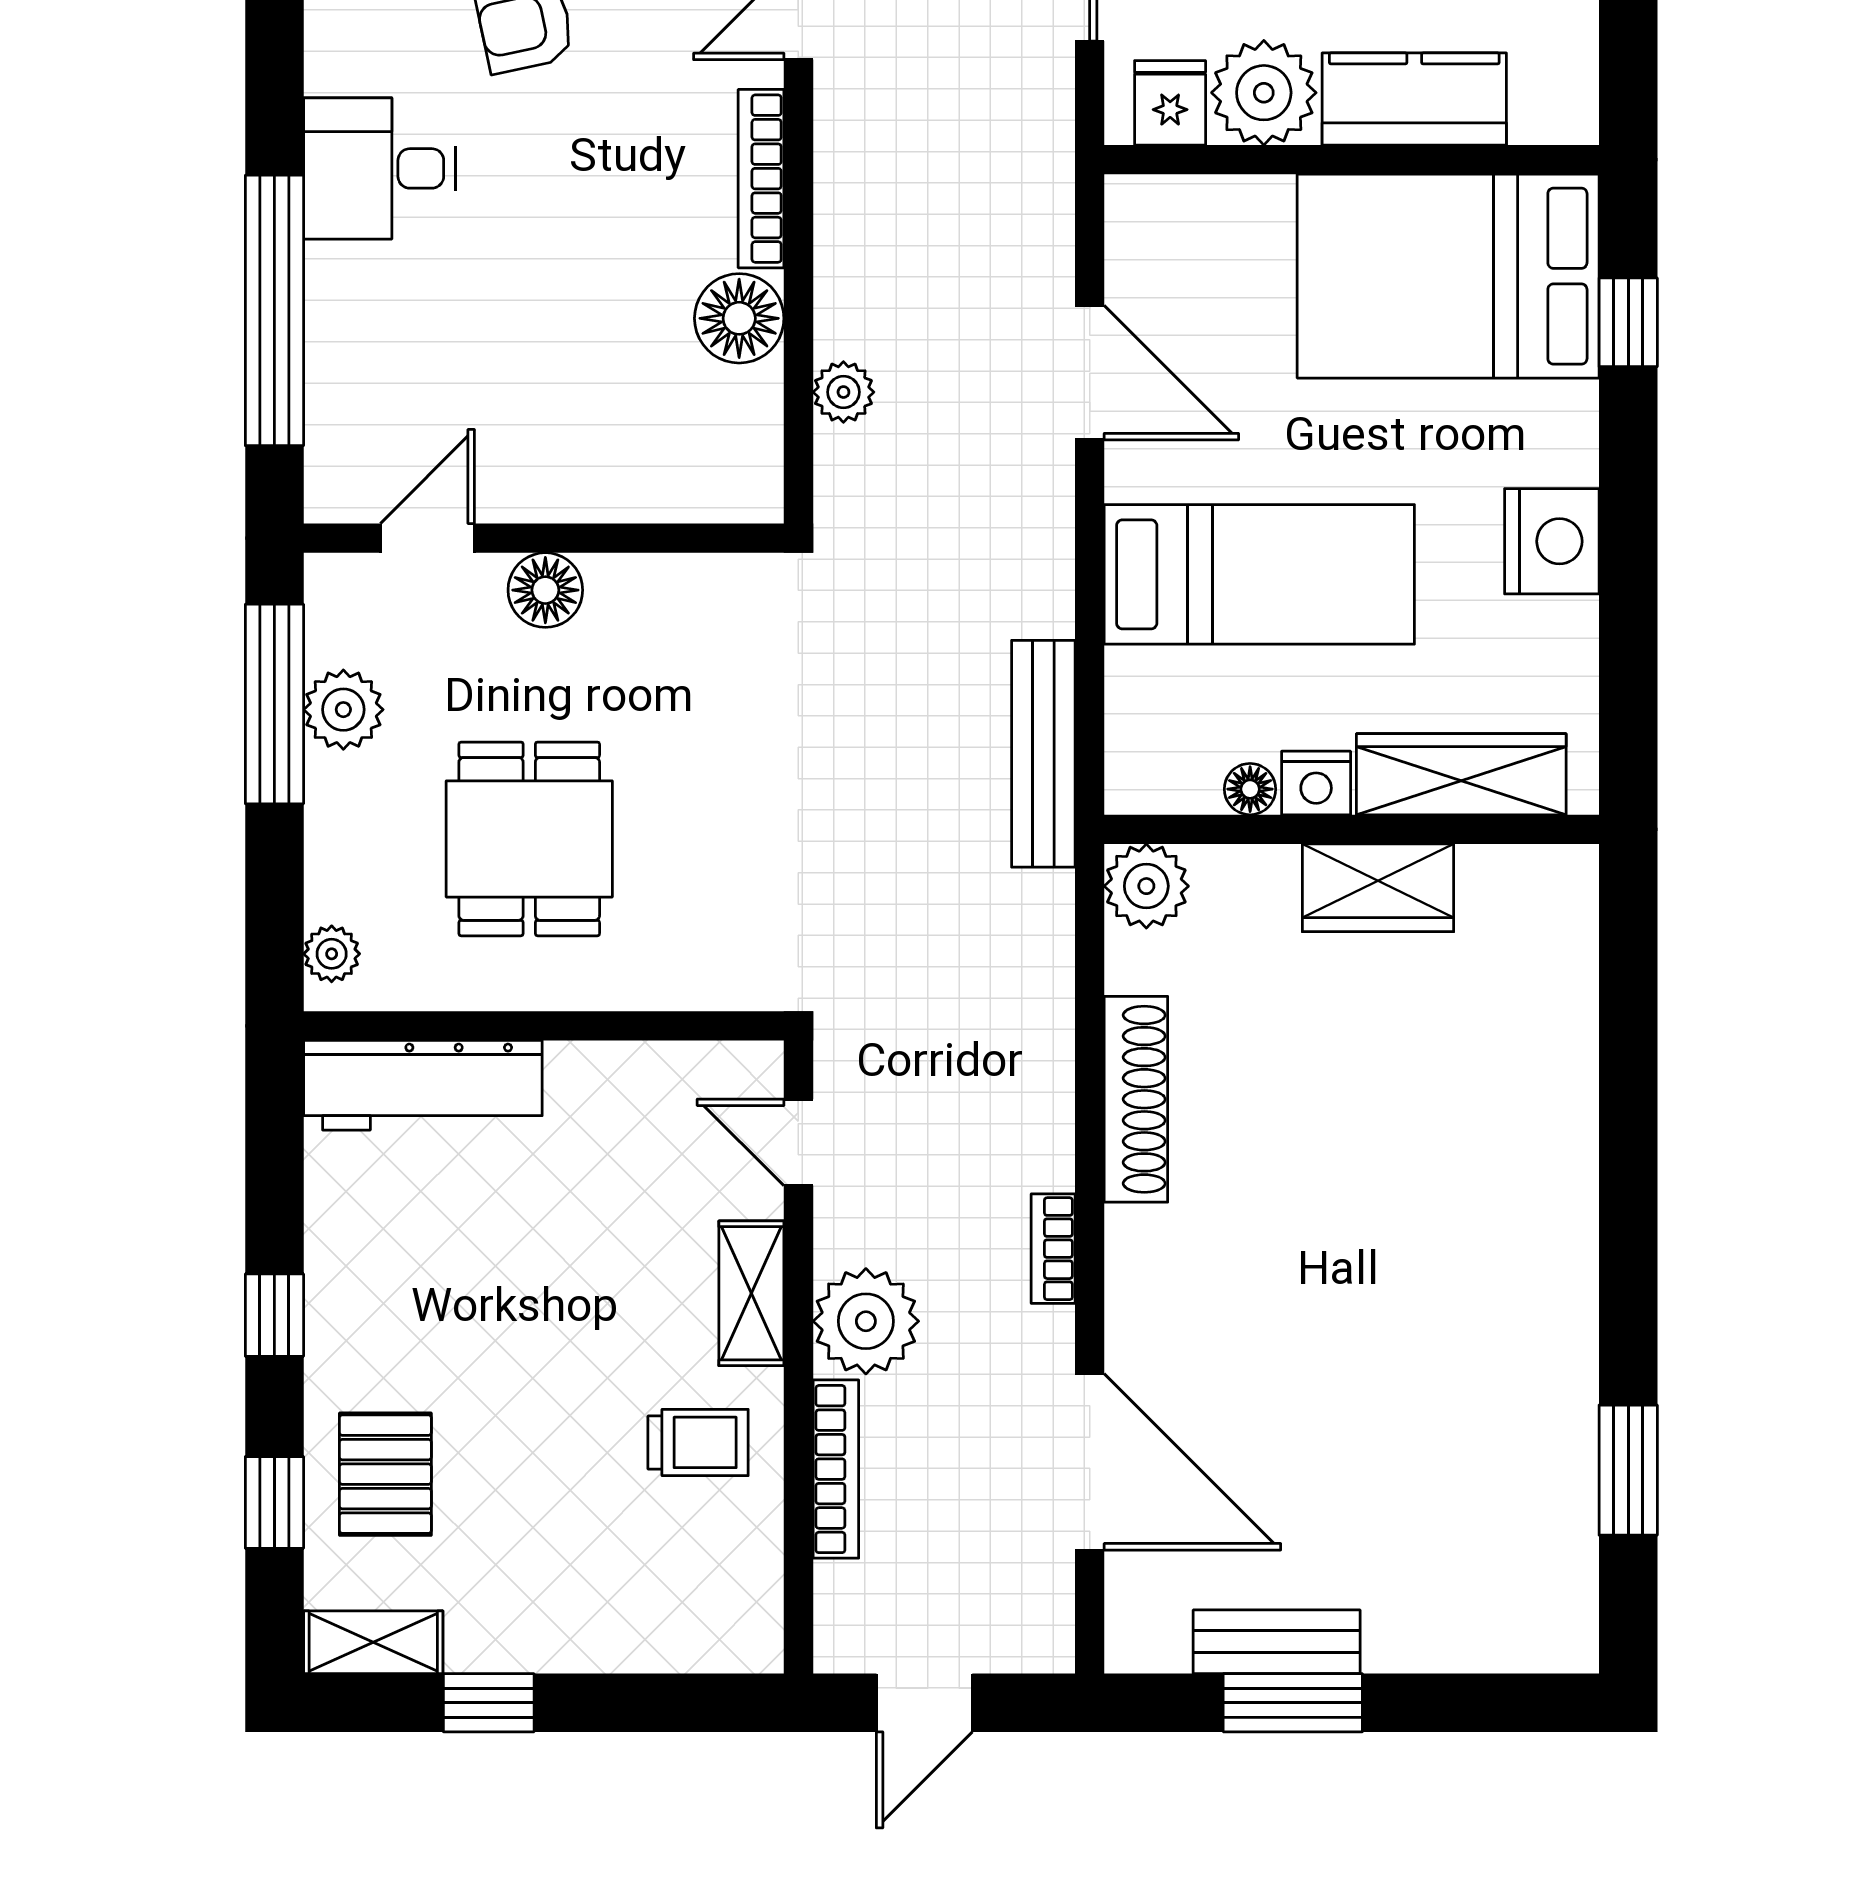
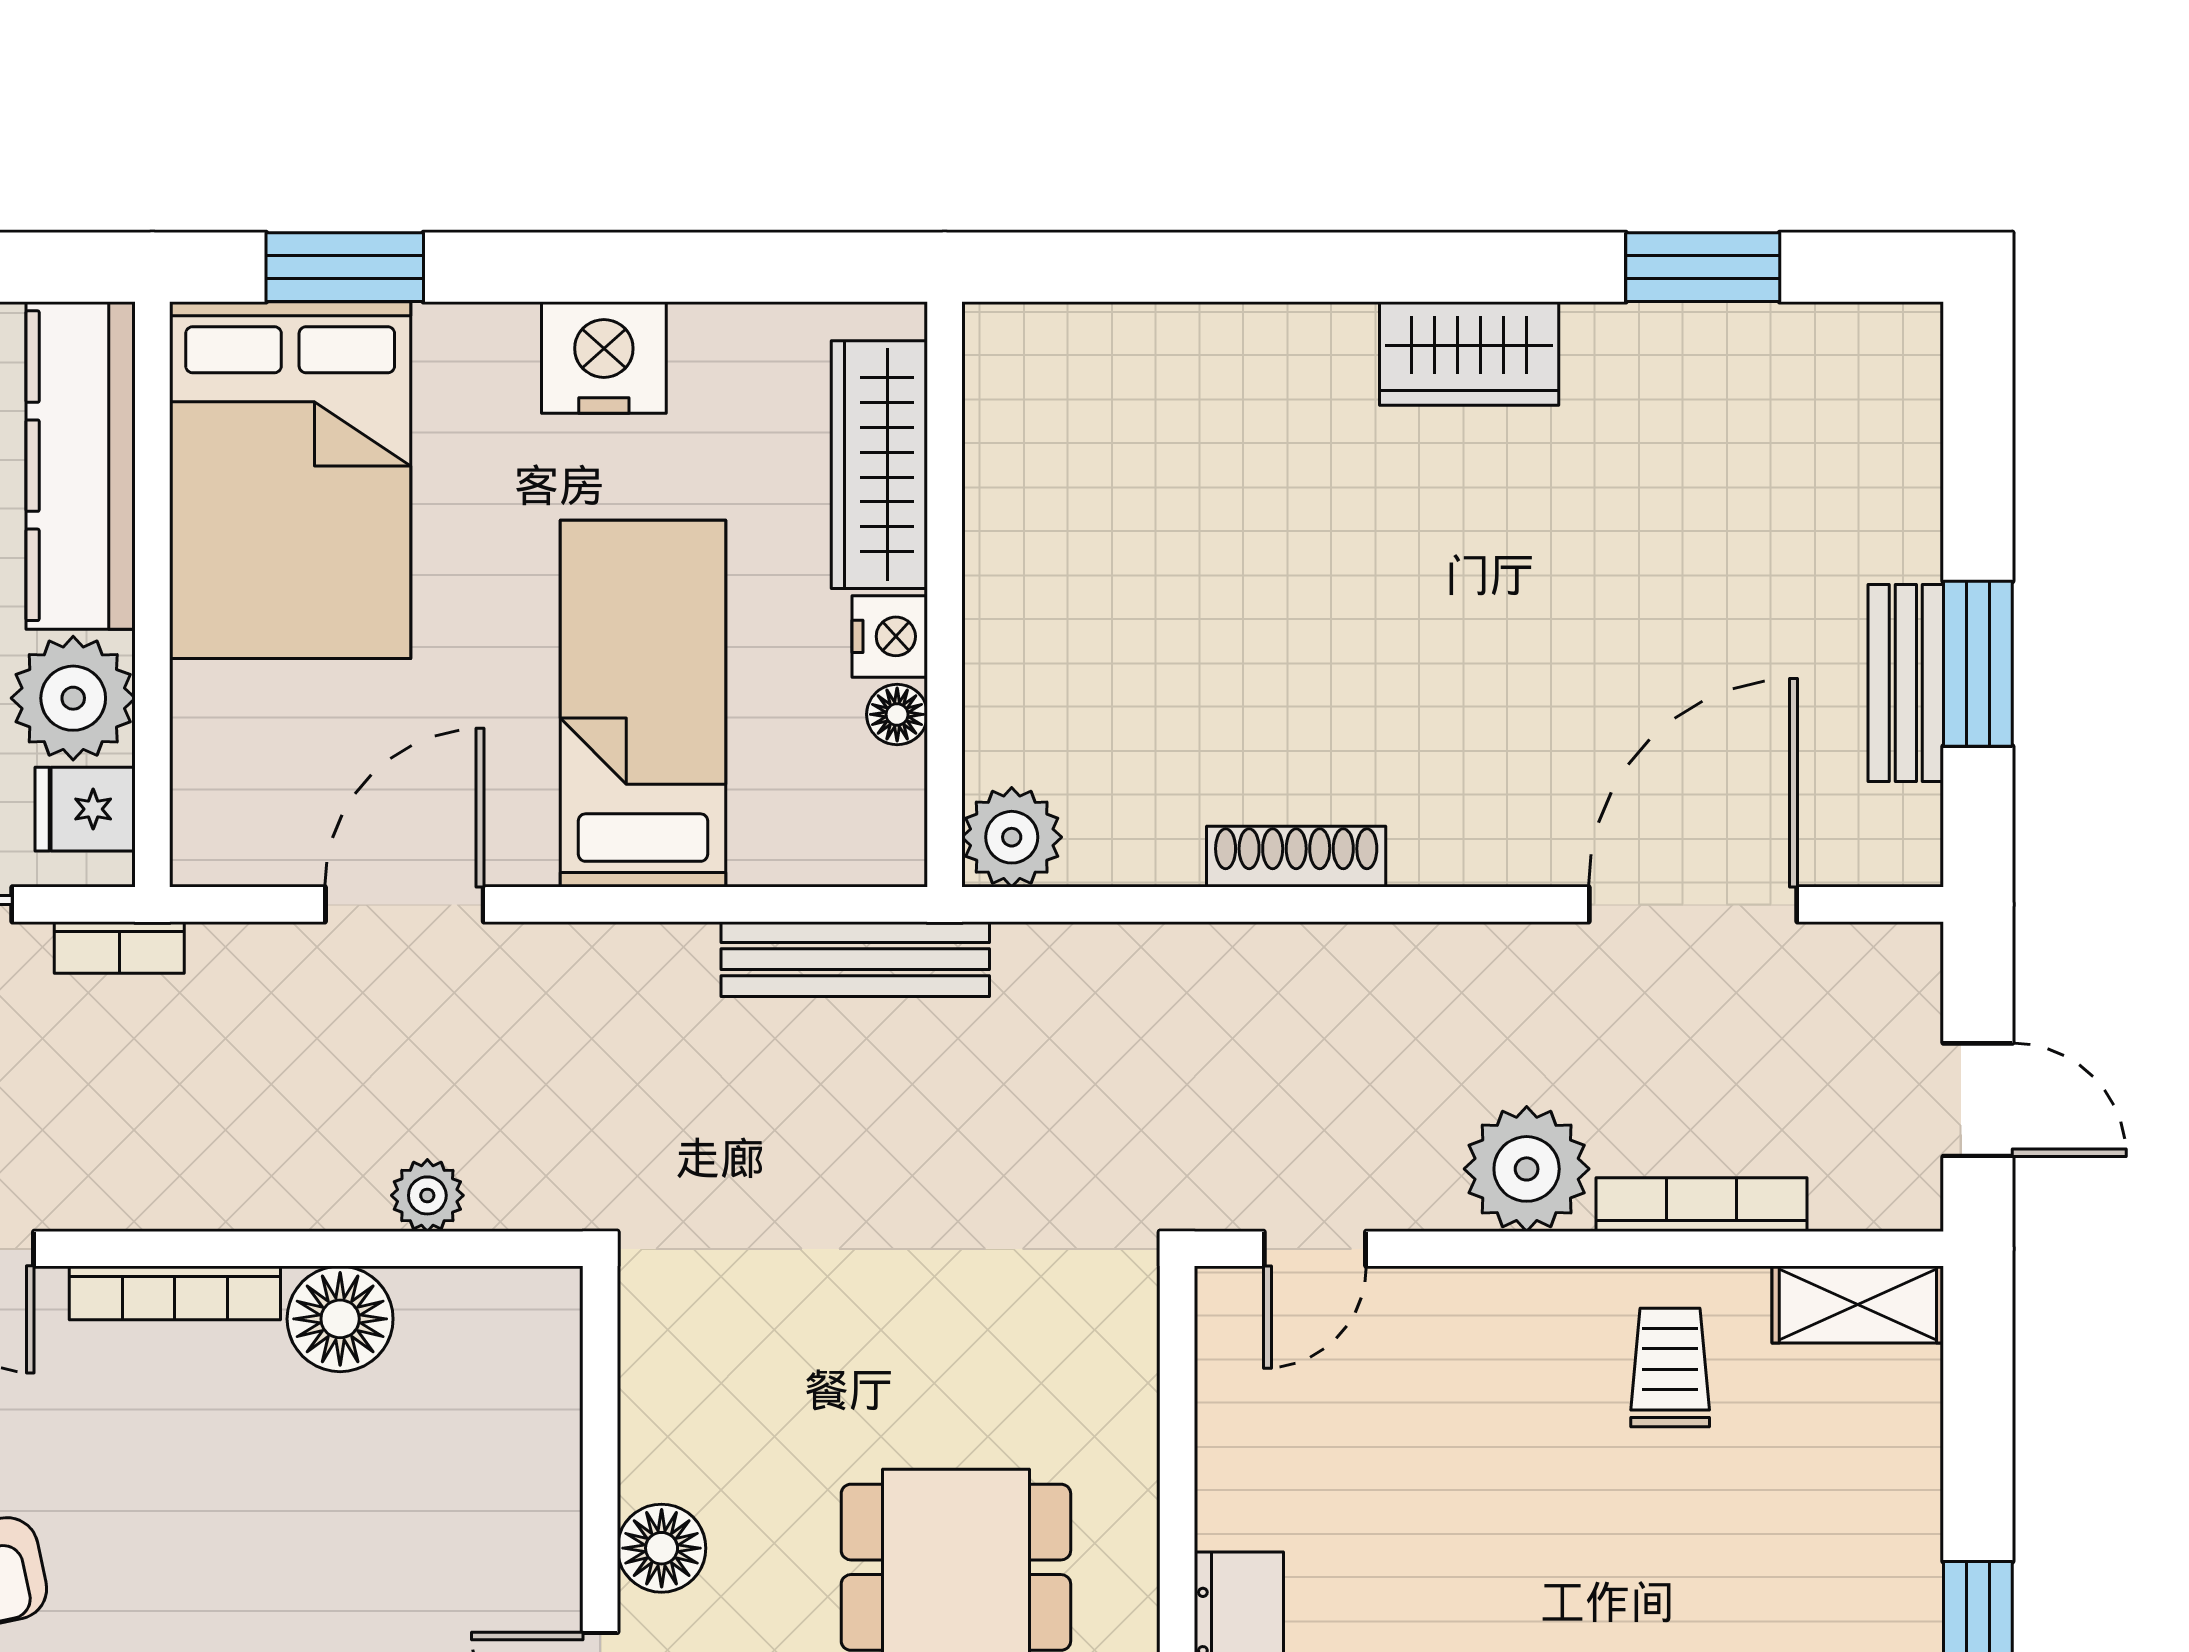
kitchen counter: (1414, 99) -> (81, 466), width x1.50
window: (1628, 322) -> (345, 267), width x1.50
wardrobe: (1378, 888) -> (1469, 353), moved, turned 90
shoe rack: (1136, 1099) -> (1296, 857), width x0.74, depth x0.81
bookcase: (1053, 1249) -> (119, 947), moved
shelving: (751, 1293) -> (1858, 1304), moved

